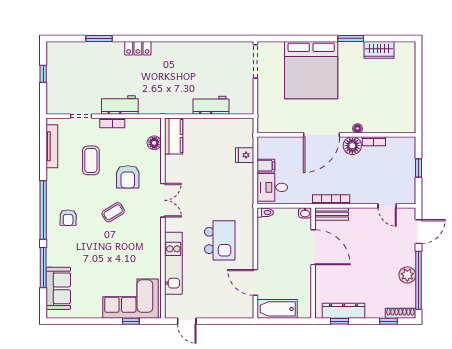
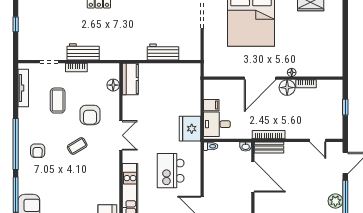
fridge: (245, 155) -> (190, 129), moved, width x1.88, depth x1.34
kitchen island: (220, 240) -> (171, 171), turned 180

